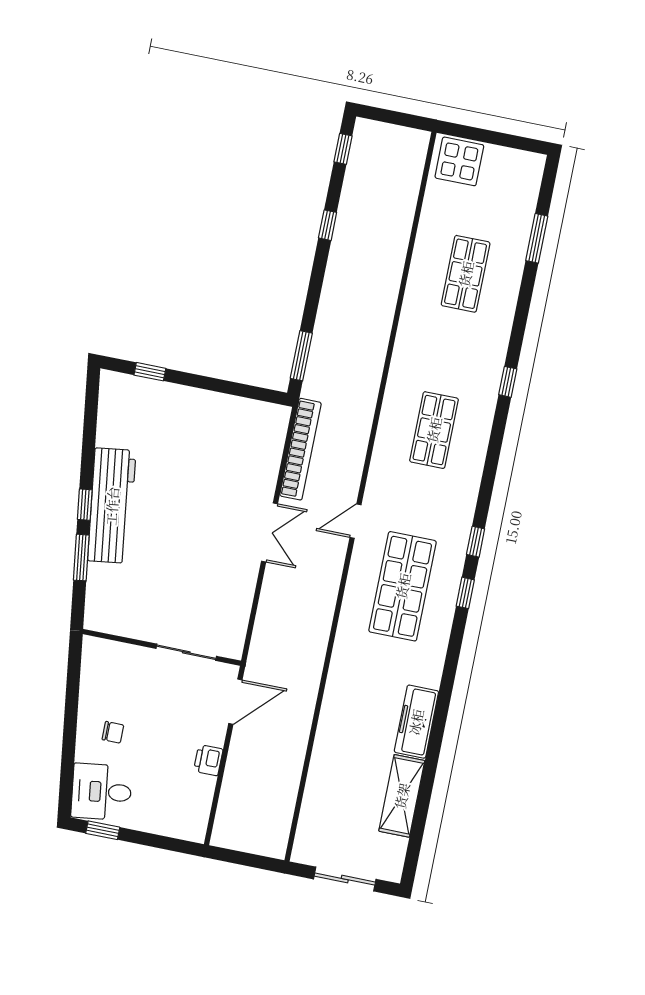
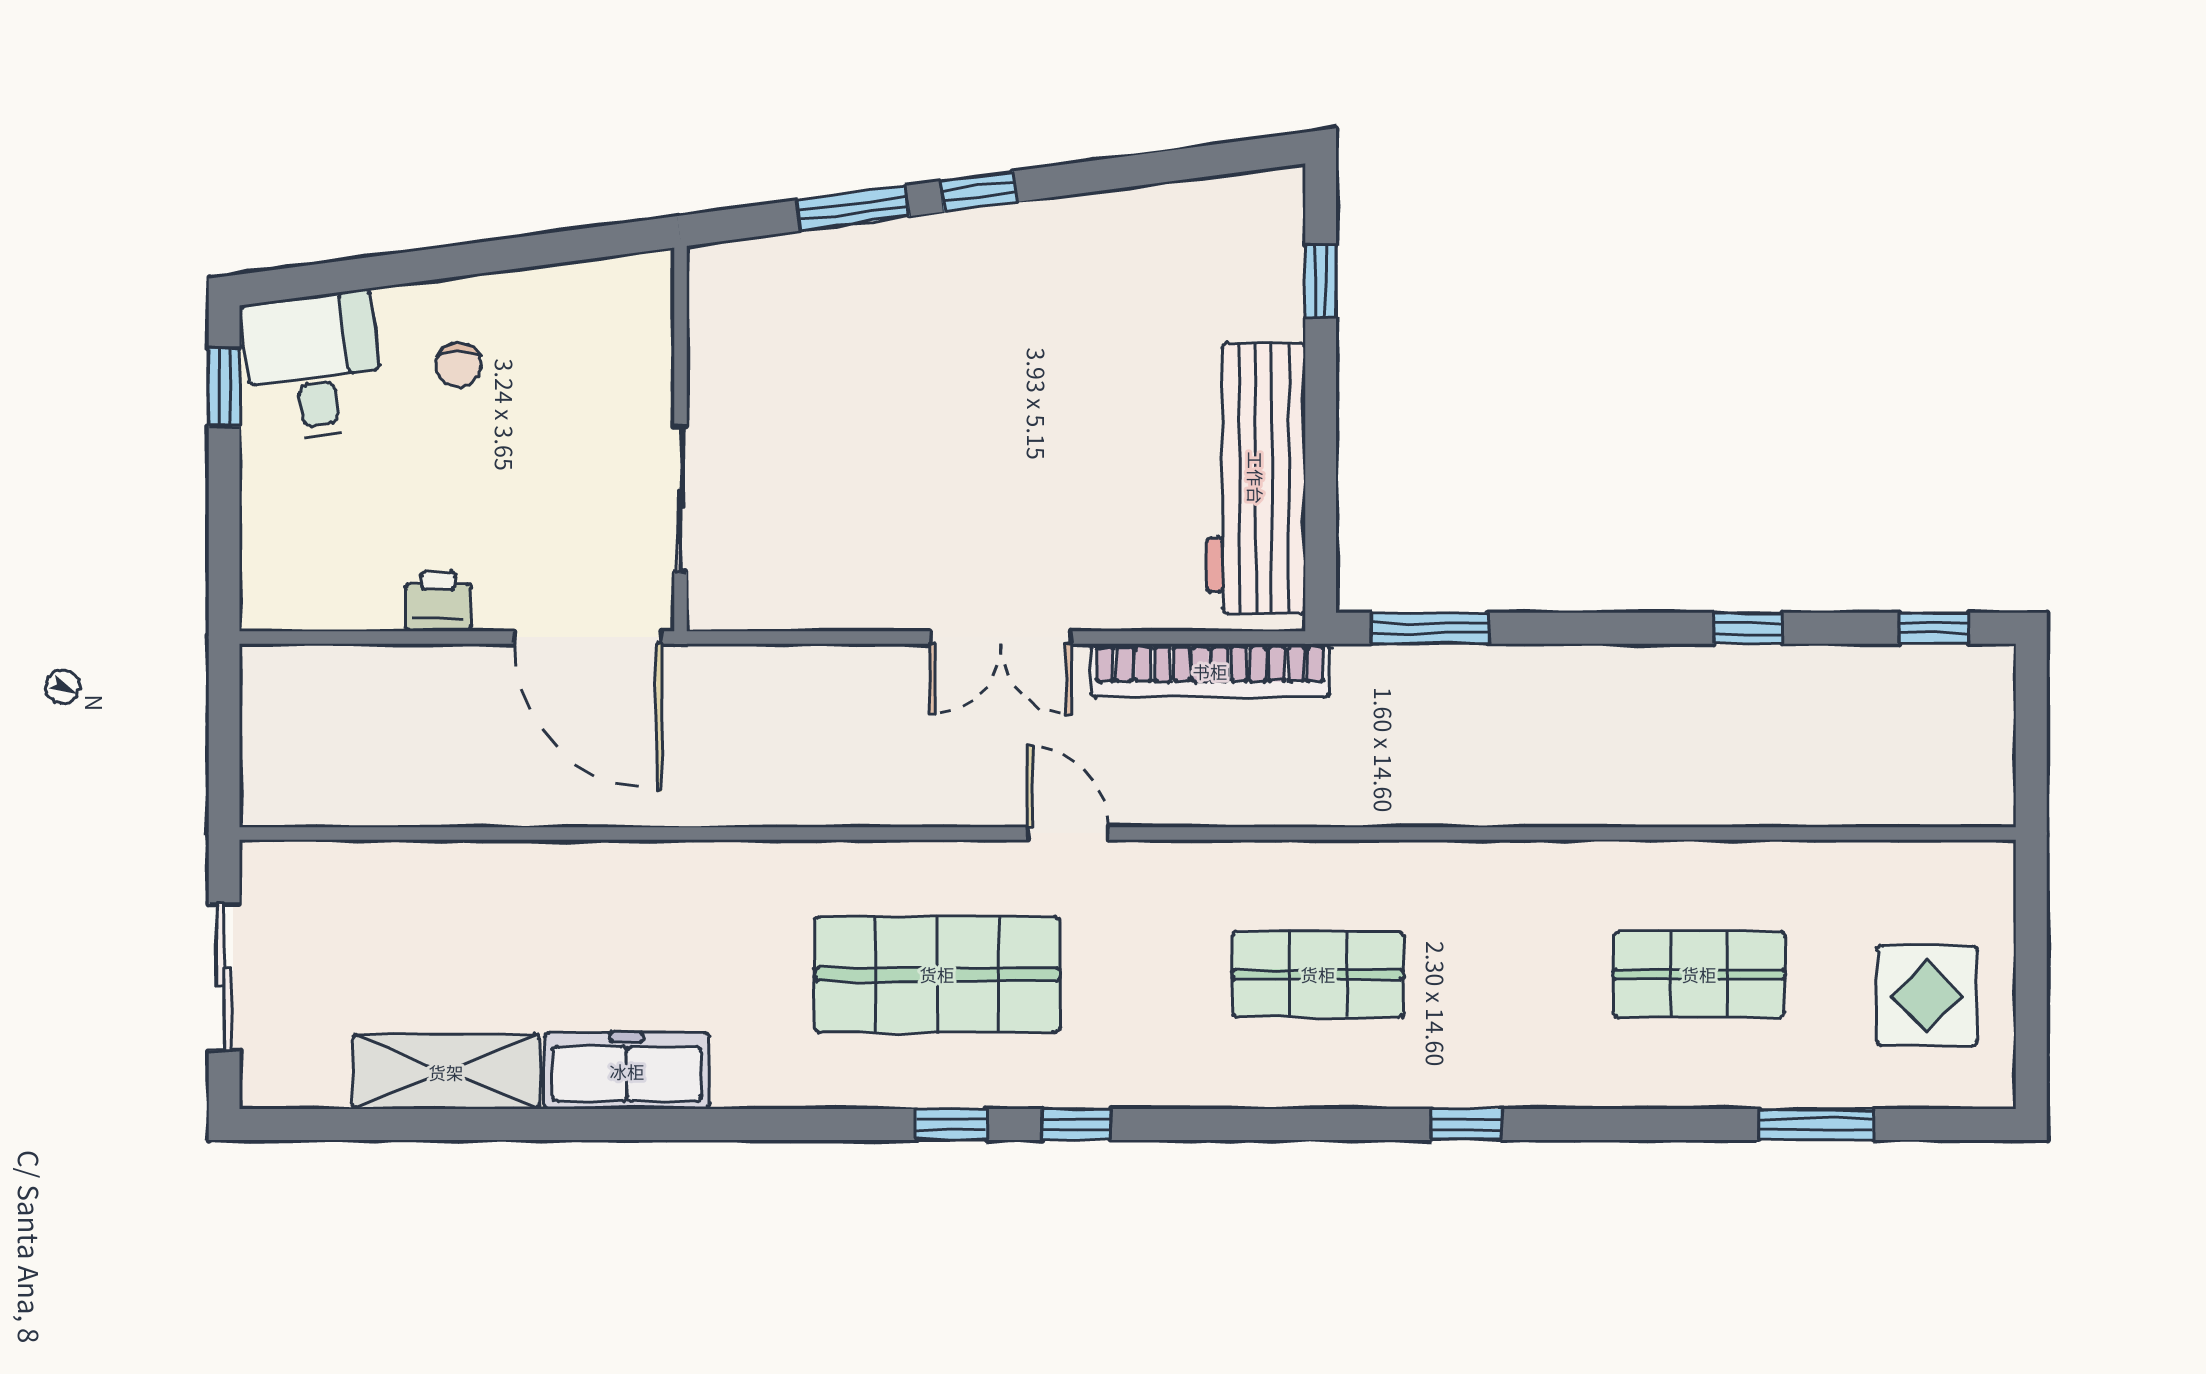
display table: (459, 161) -> (1927, 996), moved
workbench: (112, 506) -> (1256, 478), moved, turned 98
door: (235, 702) -> (588, 637), width x1.36

